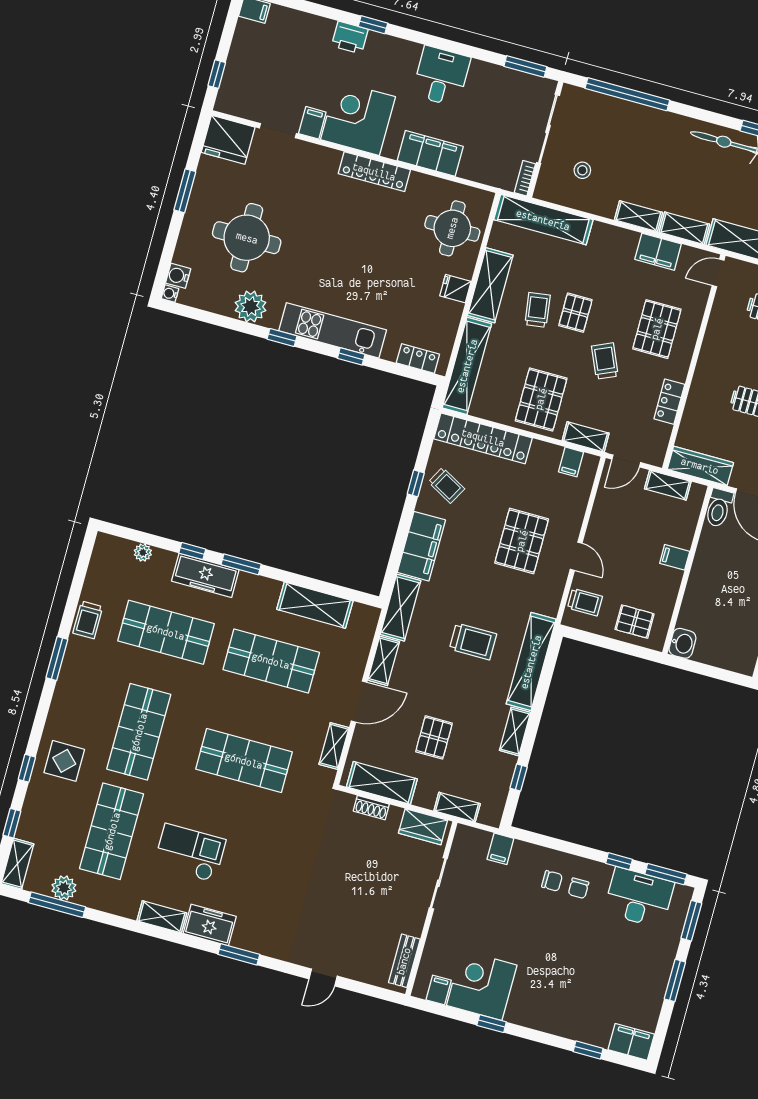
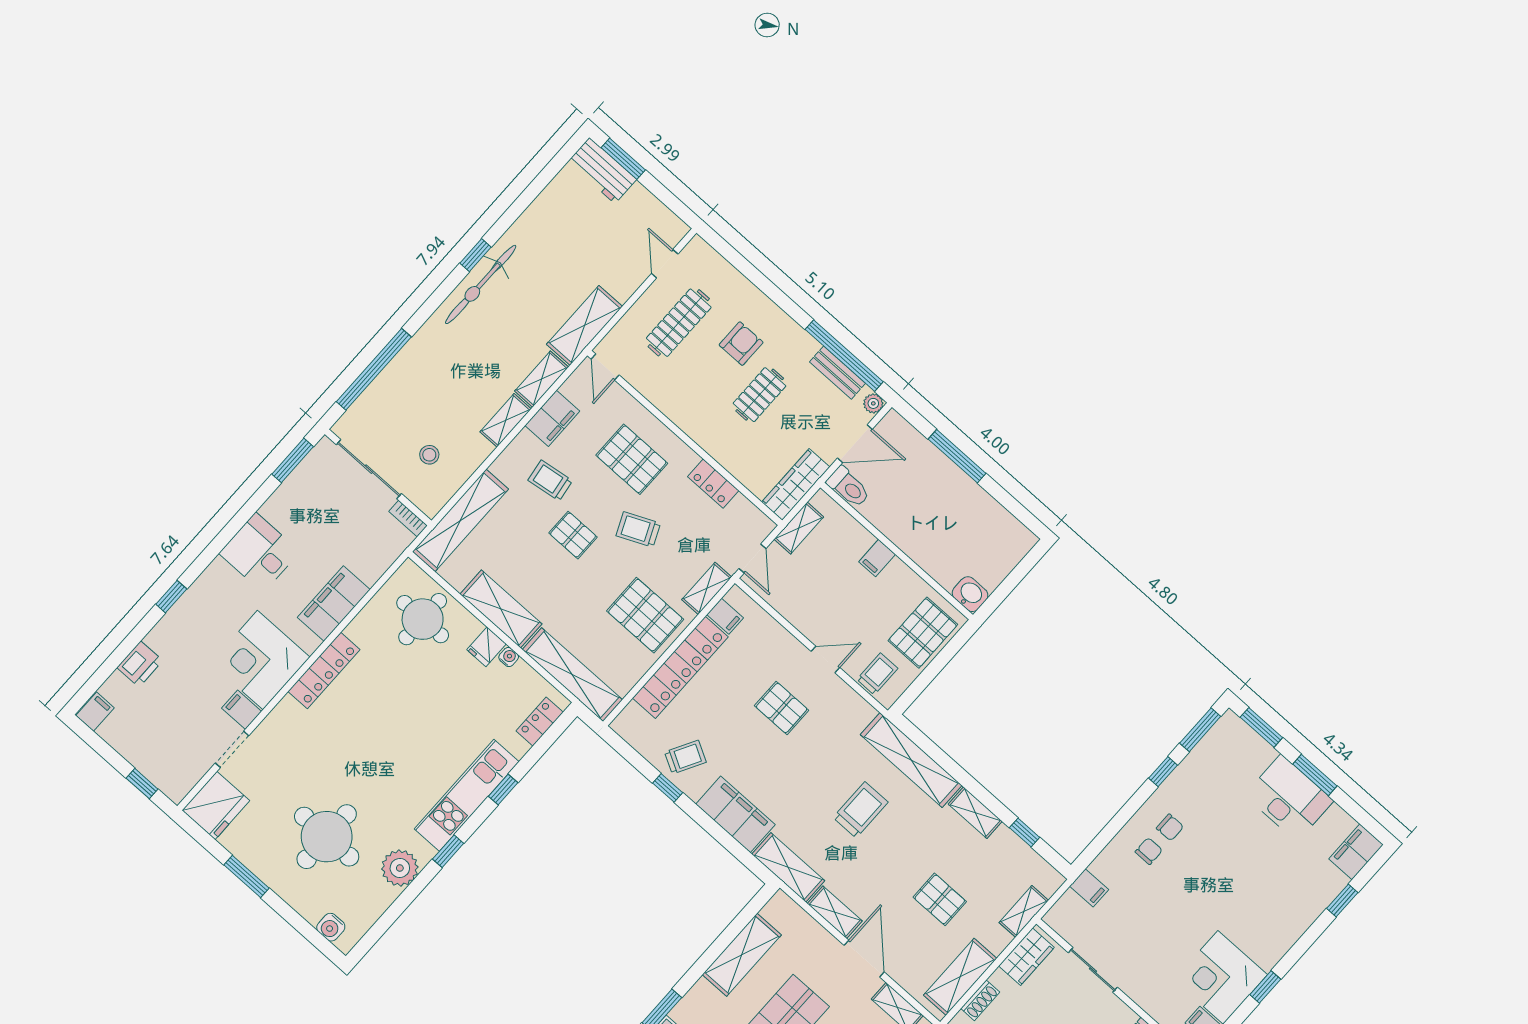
printer: (350, 38) -> (140, 664), moved
water cooler: (170, 294) -> (509, 657), moved, turned 180
trolley: (537, 310) -> (550, 481), moved
locker: (483, 438) -> (680, 667), moved
pallet: (522, 541) -> (782, 708), width x0.67, depth x0.71
pallet: (635, 622) -> (923, 633), width x1.50, depth x1.42
desk: (639, 898) -> (1289, 798), moved, turned 90

